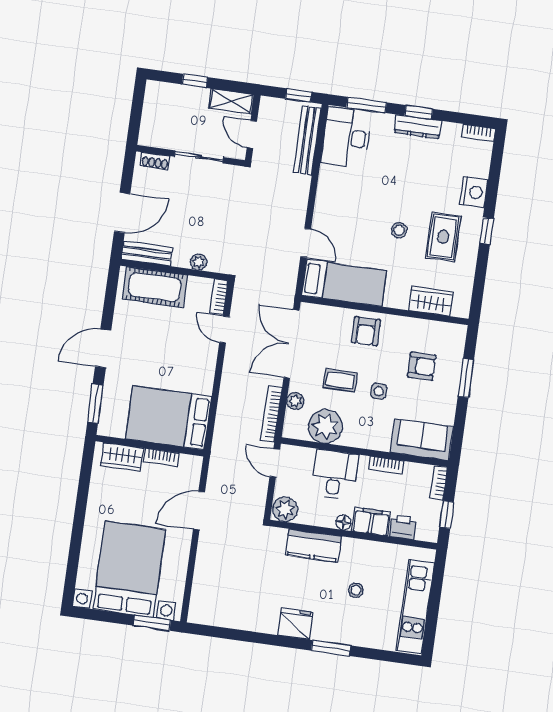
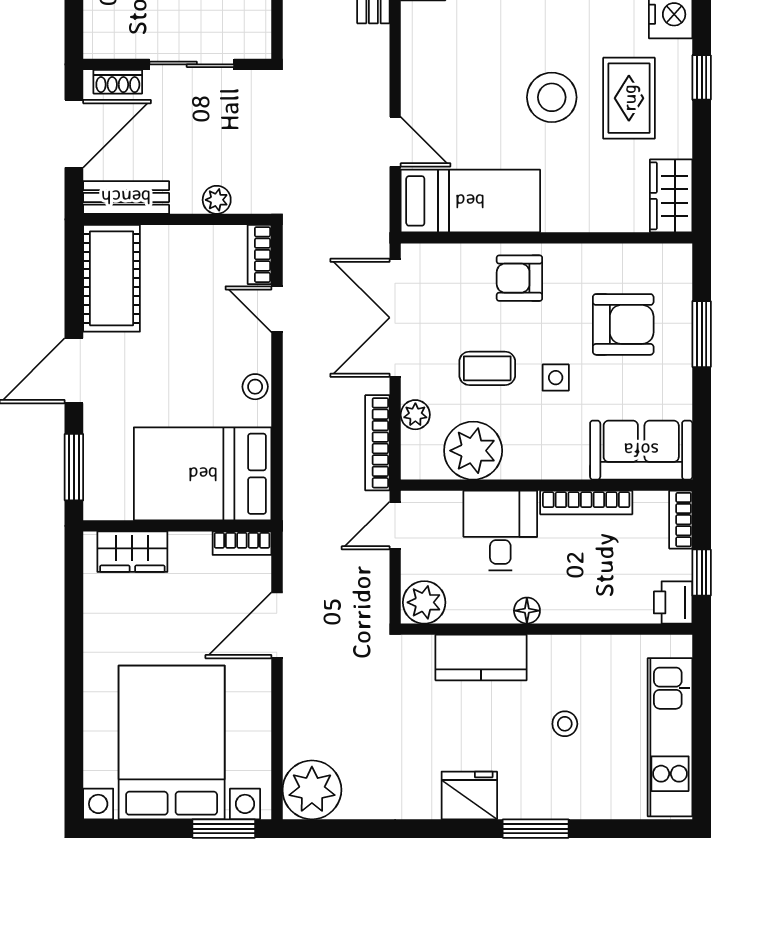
wall: (191, 156) -> (177, 64), moved
sliding door: (199, 157) -> (192, 64), moved
shoe rack: (155, 161) -> (118, 82), moved
stool: (399, 230) -> (552, 97), width x1.89, depth x1.89
cot: (155, 287) -> (112, 278), moved, turned 90
wardrobe: (431, 301) -> (671, 196), moved, turned -90
armchair: (366, 331) -> (519, 278), turned 90
armchair: (422, 366) -> (623, 324), width x1.38, depth x1.38
stool: (206, 372) -> (255, 387), added
bookcase: (161, 457) -> (242, 543), moved
door: (275, 463) -> (395, 526), hinge flipped
bookcase: (386, 465) -> (586, 503), width x1.56
filing cabinet: (371, 522) -> (574, 603), removed
printer: (403, 527) -> (673, 602), moved, turned -90
plant: (206, 608) -> (312, 790), added

